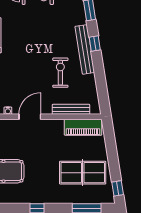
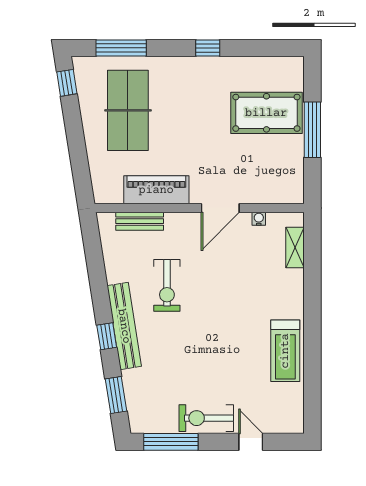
bench: (71, 109) -> (140, 221), width x0.73
piano: (83, 127) -> (156, 190), moved
table tennis table: (83, 173) -> (128, 110), turned 90

